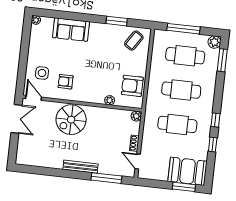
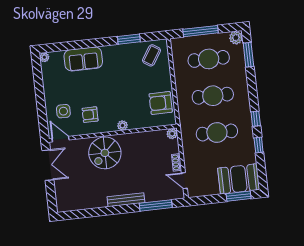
plant: (110, 100) -> (123, 125), moved

